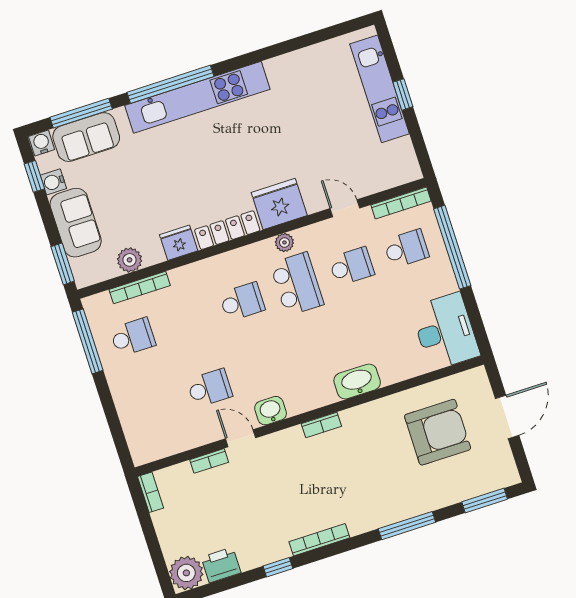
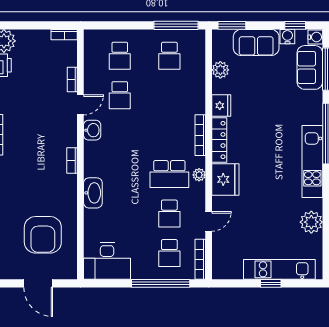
plant: (300, 66) -> (311, 222), added
kitchen unit: (197, 97) -> (312, 162), width x0.73
bookcase: (140, 288) -> (200, 135), moved
school desk: (242, 302) -> (120, 56), moved

